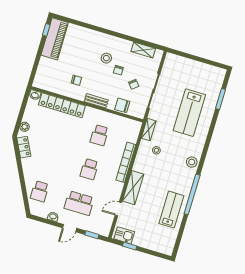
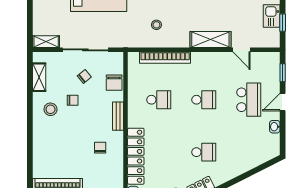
stool: (106, 58) -> (51, 109), moved
shelving: (149, 130) -> (46, 42), moved
bookcase: (126, 162) -> (165, 58), moved
school desk: (40, 191) -> (204, 152), moved
door: (70, 228) -> (283, 102), swing flipped
kitchen sink: (124, 235) -> (272, 16), moved

